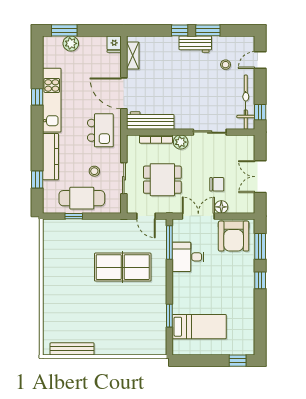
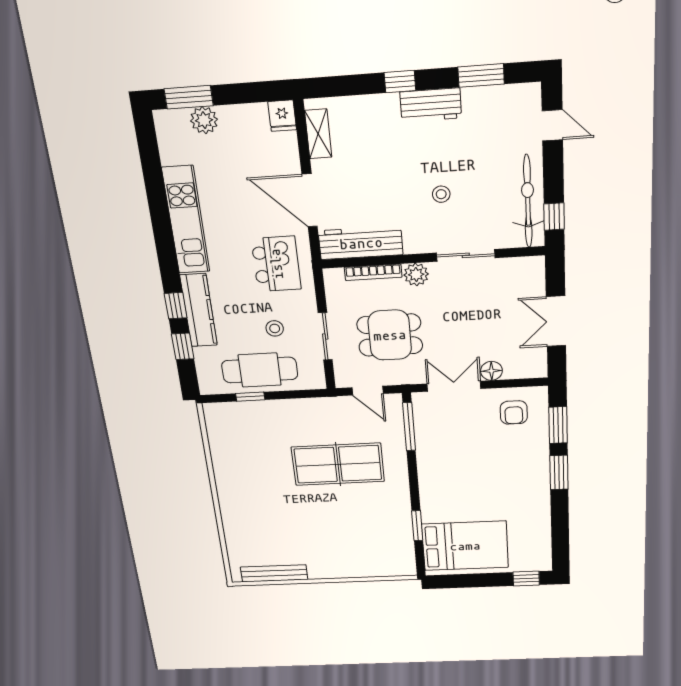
window: (208, 30) -> (481, 76), moved
door: (260, 60) -> (552, 125), swing flipped
stool: (226, 65) -> (441, 194), moved
window: (37, 97) -> (176, 306), moved
chair: (217, 184) -> (482, 337), removed
armchair: (234, 236) -> (514, 412), width x0.53, depth x0.53
desk: (188, 257) -> (441, 445), removed
window: (260, 280) -> (559, 473), width x1.50
bed: (199, 327) -> (465, 546), width x1.50

